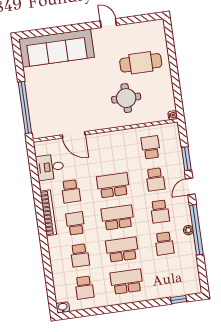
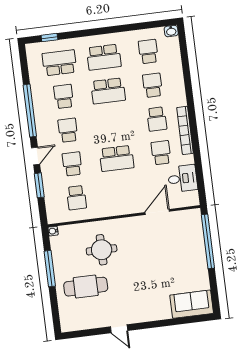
sofa: (56, 48) -> (192, 304), width x0.54, depth x0.79
window: (175, 79) -> (50, 269), added
door: (74, 135) -> (157, 212), hinge flipped
school desk: (118, 217) -> (59, 63), moved, turned 180
plant: (188, 230) -> (38, 110), removed

